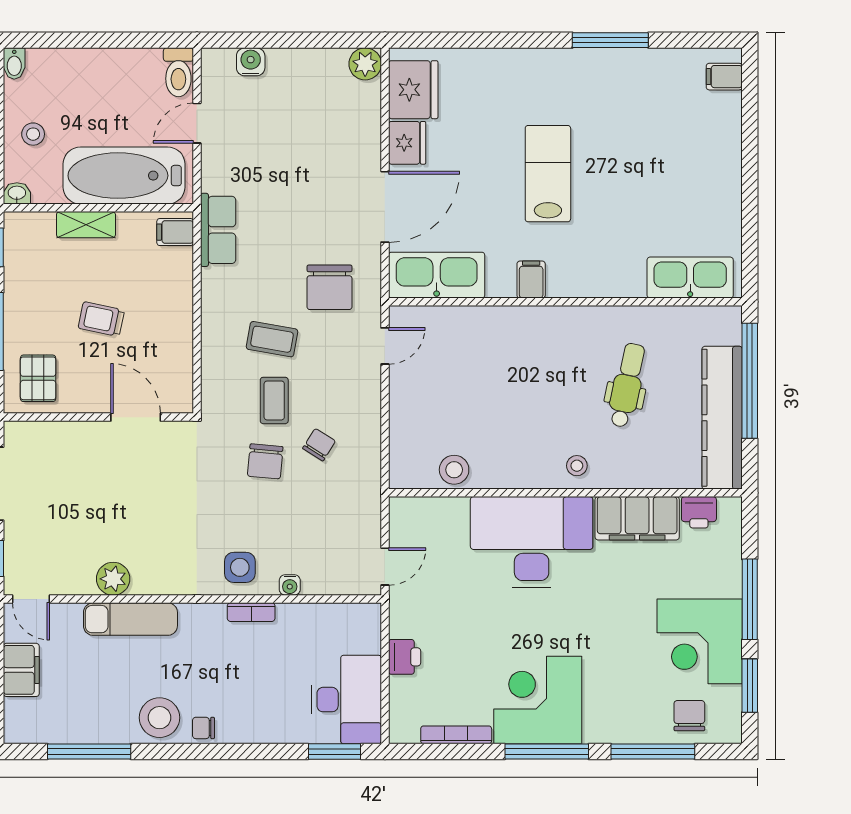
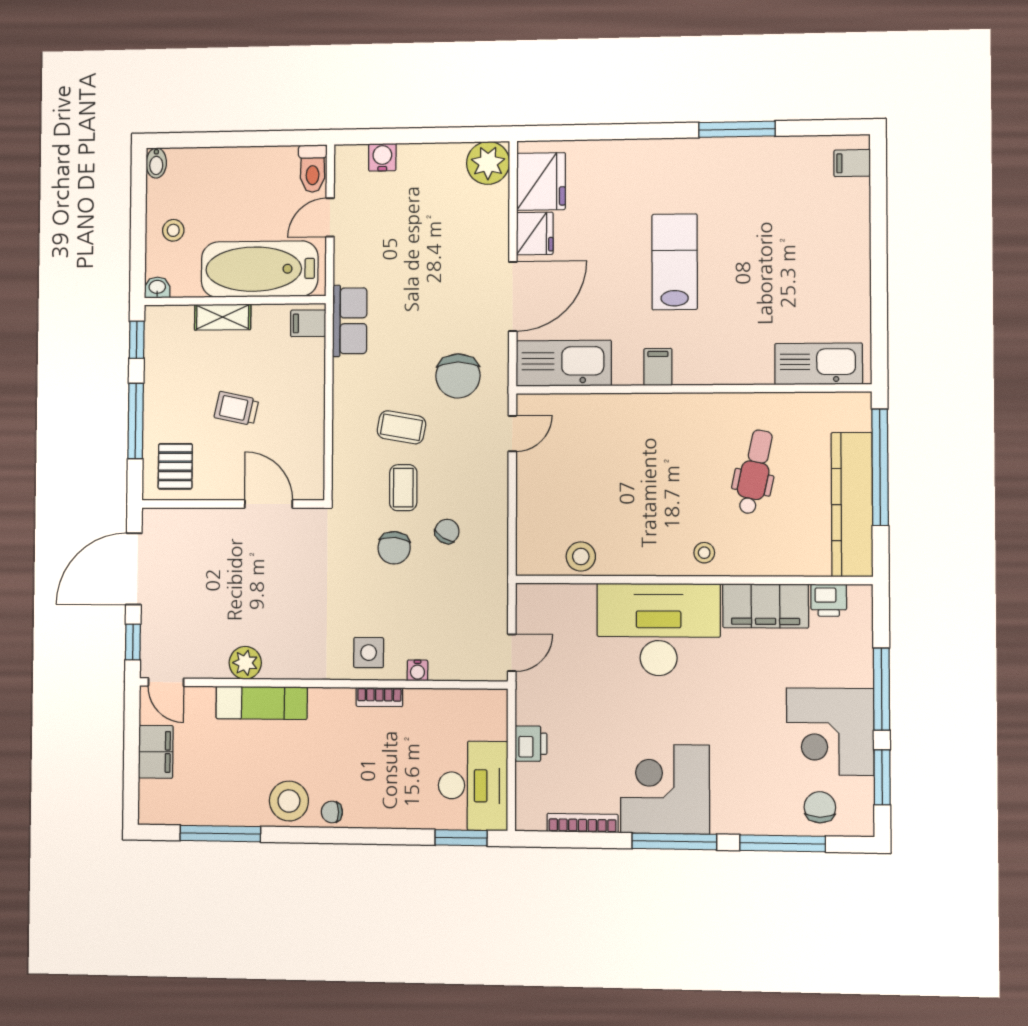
plant: (365, 64) -> (488, 163), width x1.36, depth x1.36

